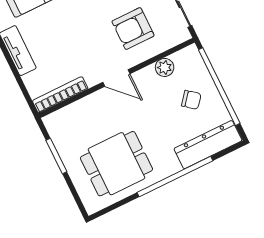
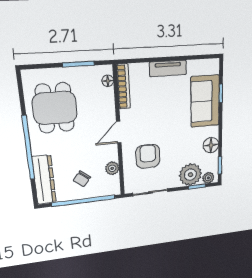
floor lamp: (61, 116) -> (108, 81), added

